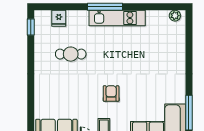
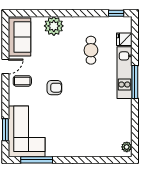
kitchen unit: (117, 18) -> (124, 73), moved
plant: (45, 94) -> (54, 26), added

